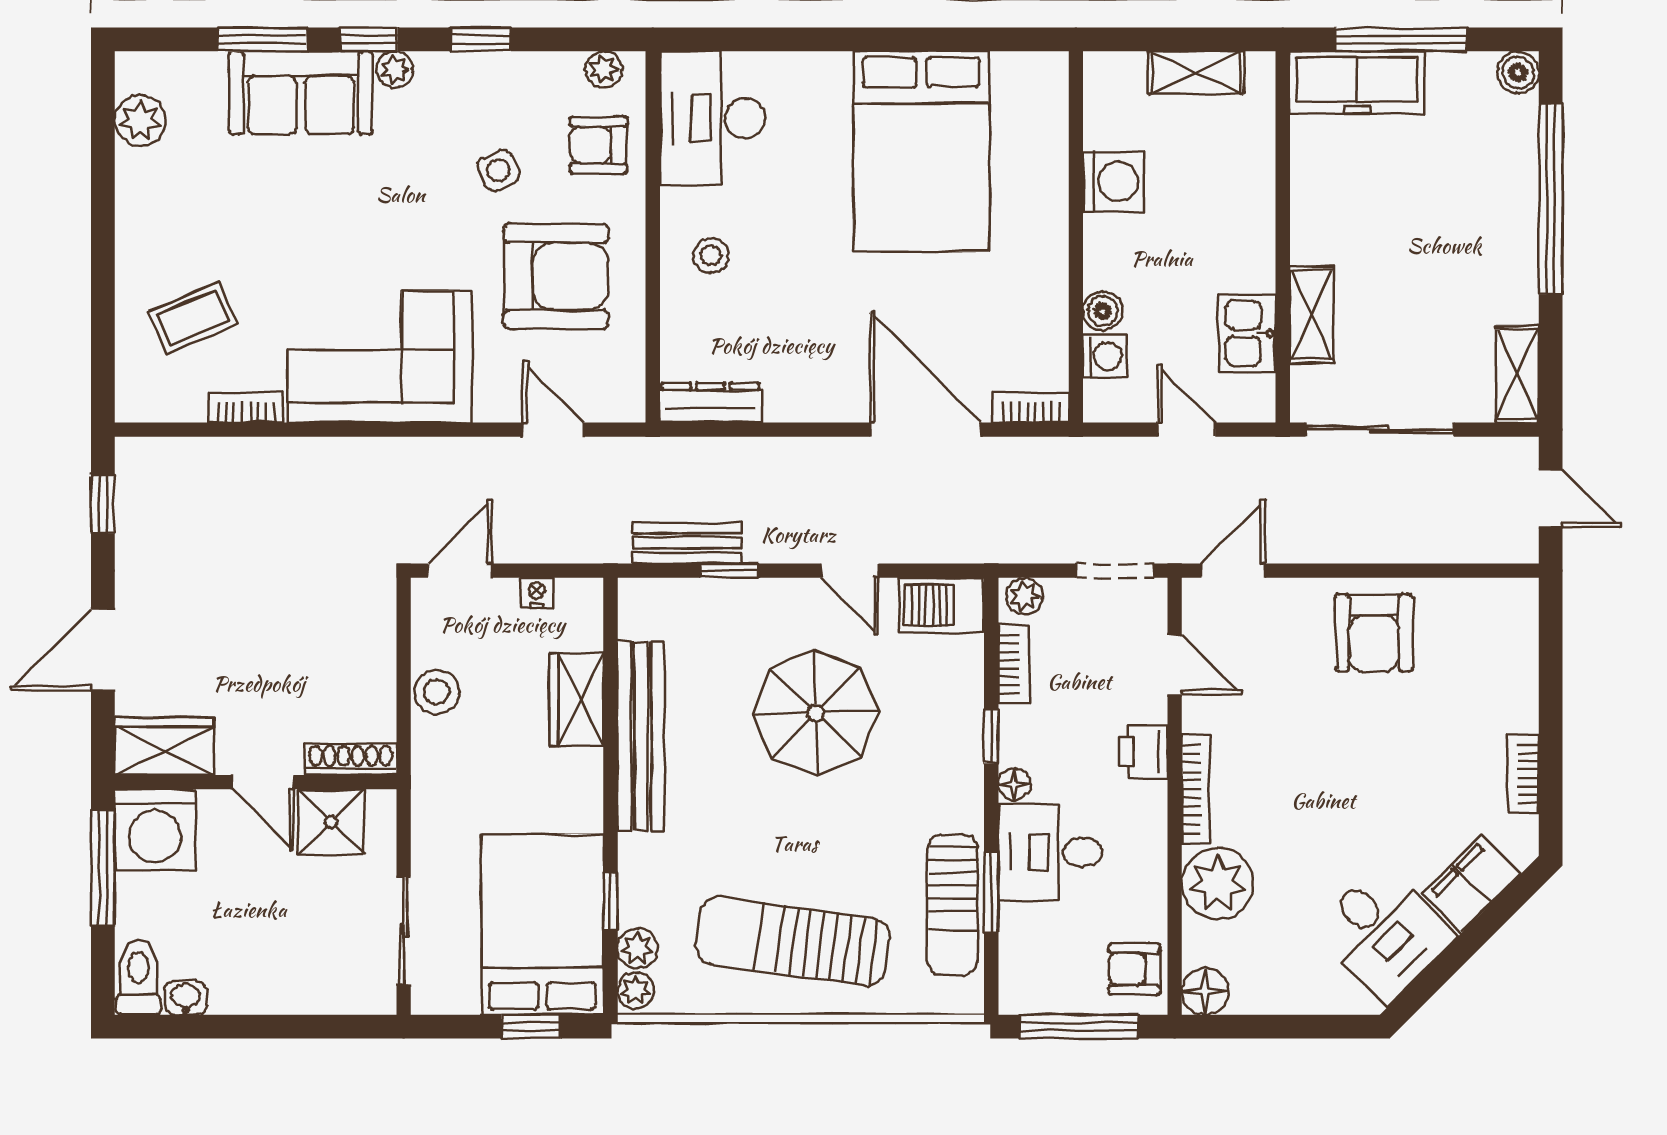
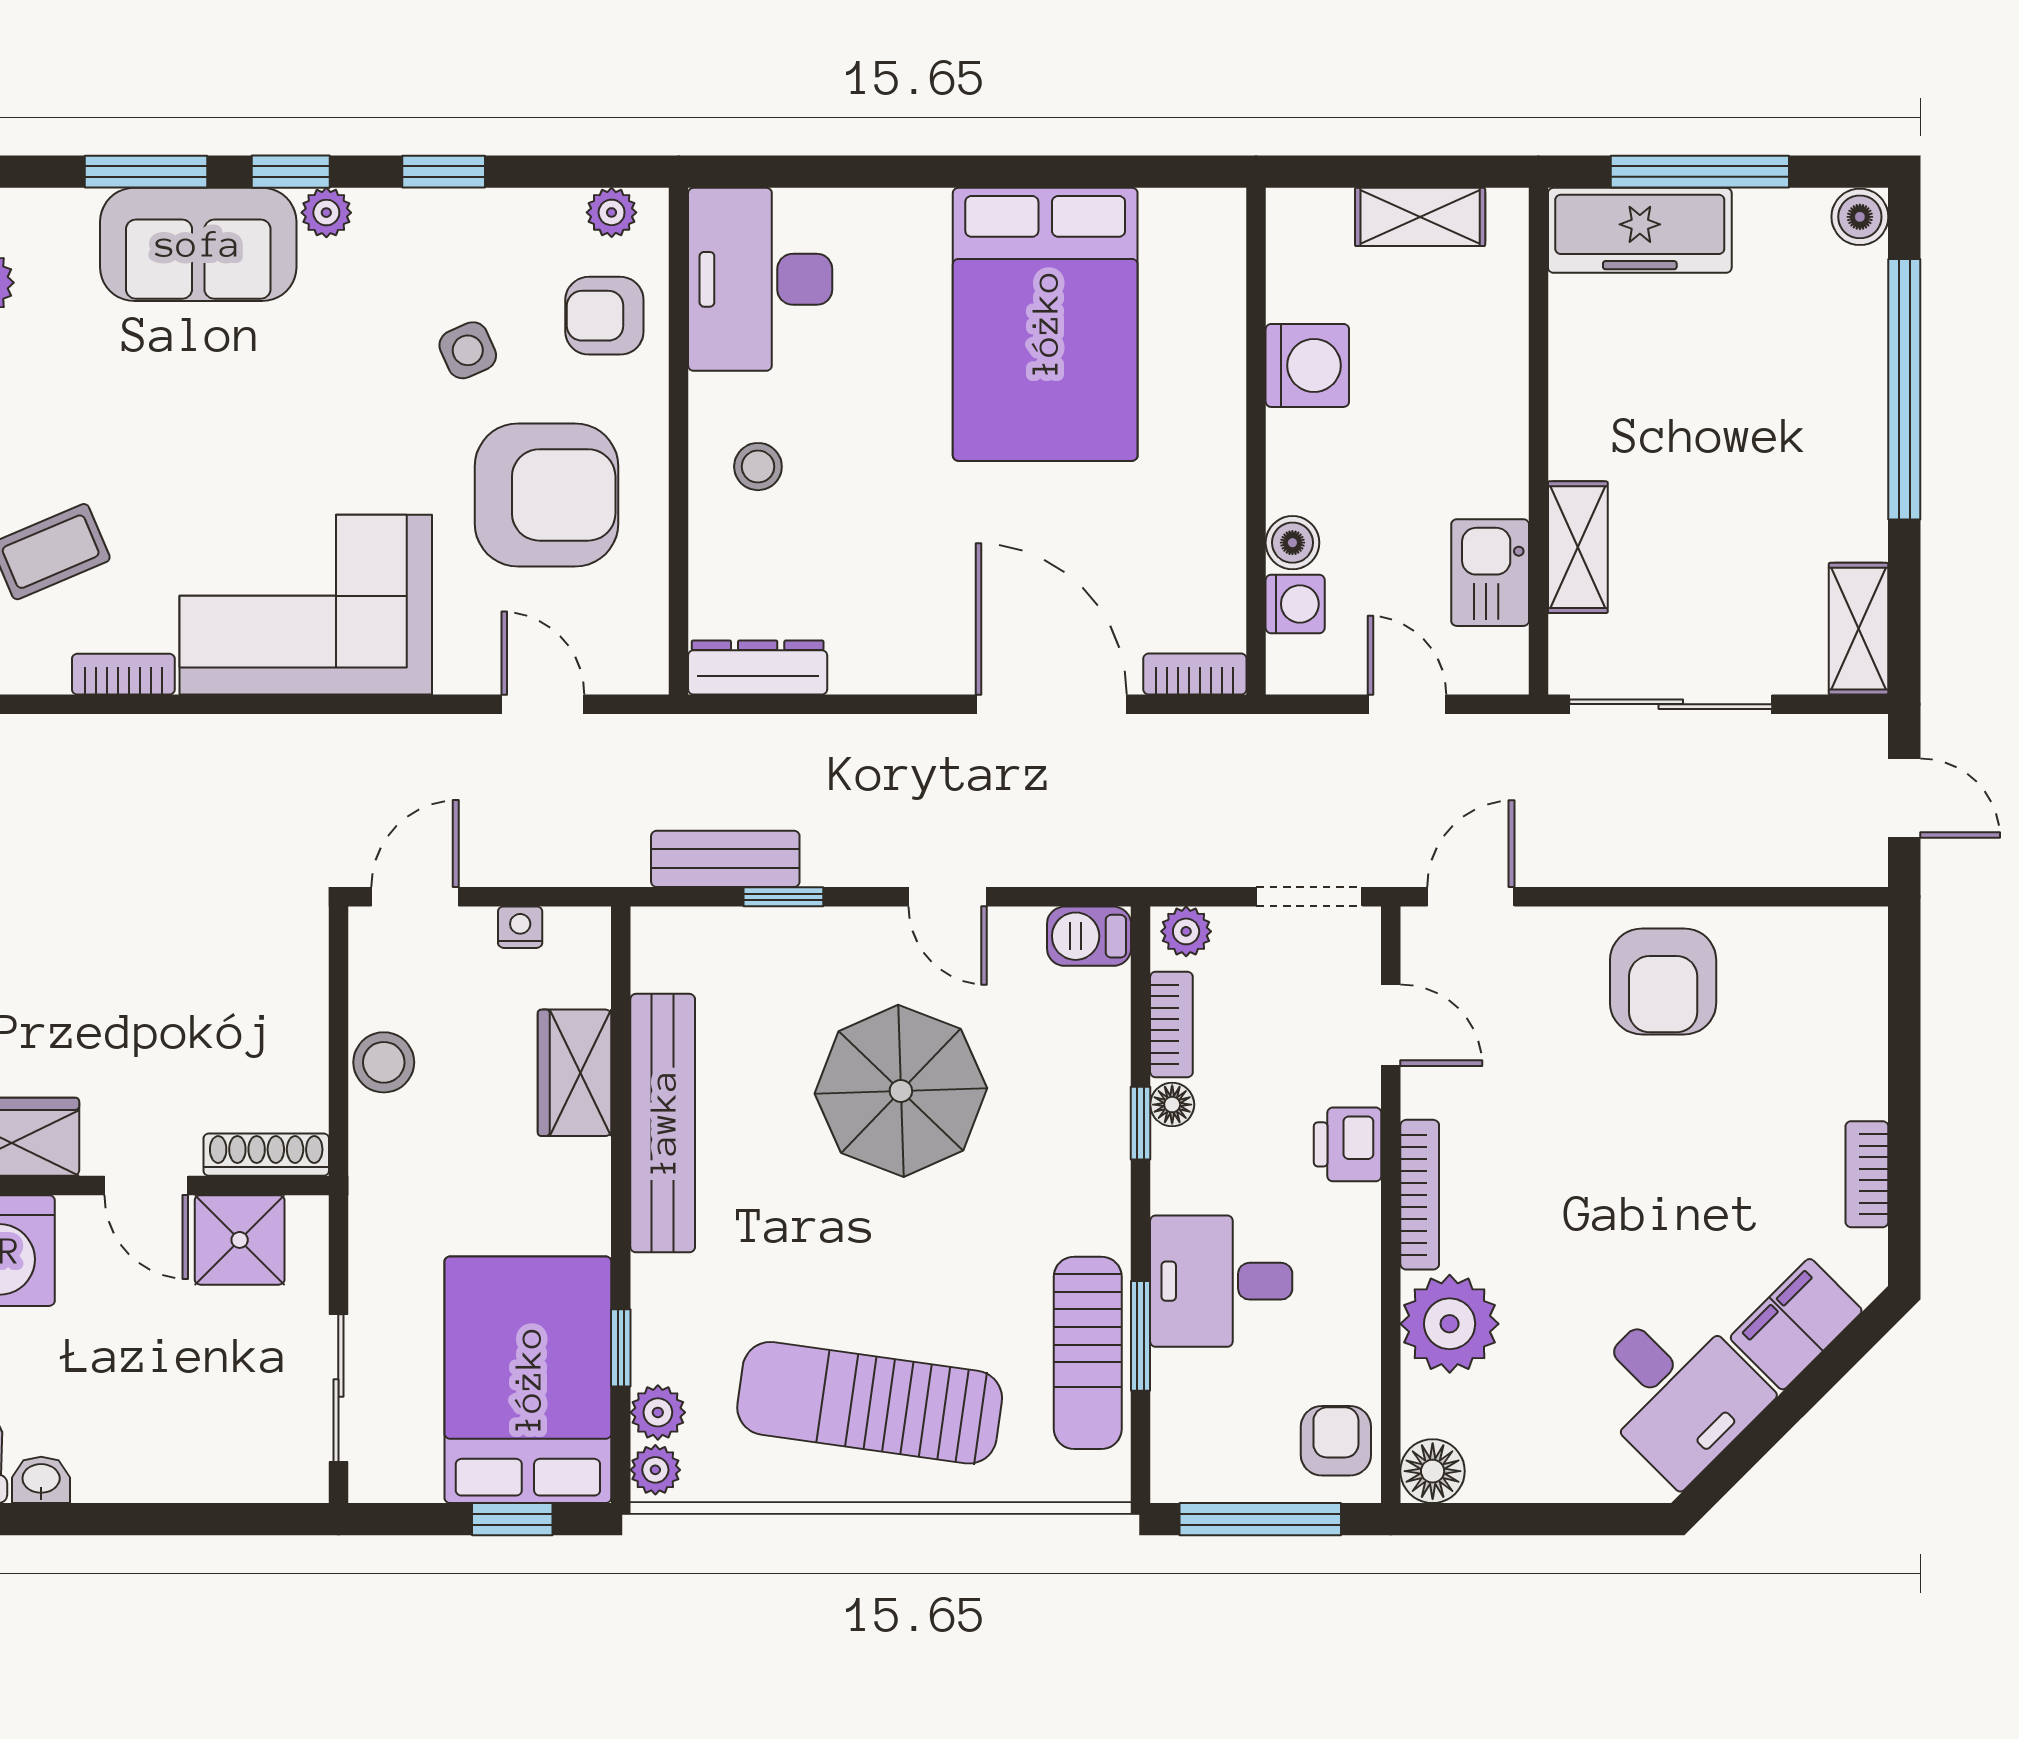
barbecue: (942, 605) -> (1089, 936), width x0.73, depth x0.79
floor lamp: (1014, 784) -> (1172, 1105), moved
armchair: (1134, 969) -> (1336, 1441), turned 90

